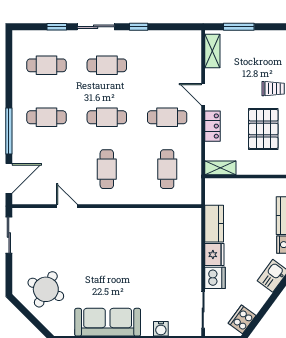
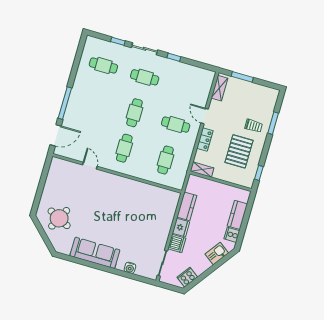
cafe table: (46, 117) -> (93, 101), removed
cafe table: (107, 117) -> (134, 113), turned 90
sliding door: (9, 235) -> (45, 174), removed

